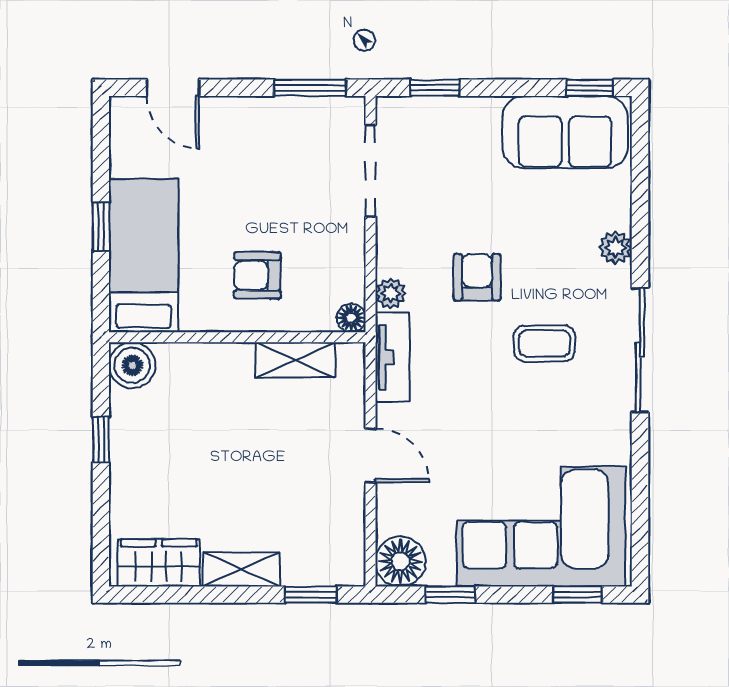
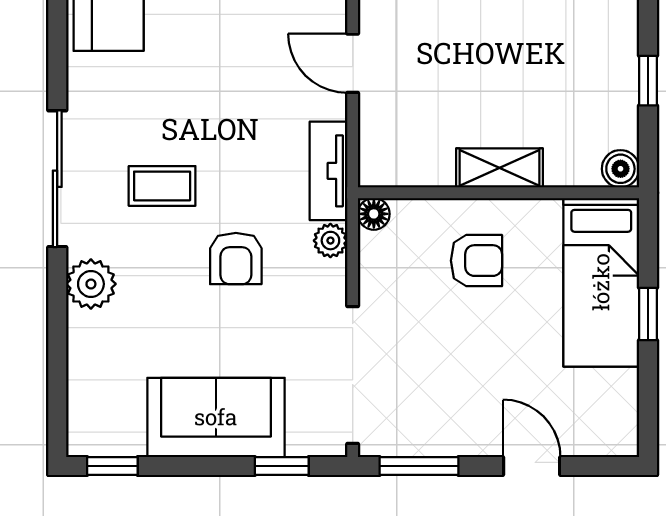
door: (173, 88) -> (532, 466), moved
sofa: (565, 132) -> (216, 417), moved
doorway: (370, 171) -> (353, 375), width x1.36
plant: (615, 248) -> (91, 284), width x1.38, depth x1.38
shelving: (295, 360) -> (500, 168), moved
boiler: (132, 365) -> (620, 169), width x0.73, depth x0.73

